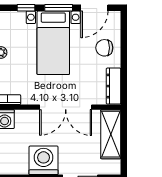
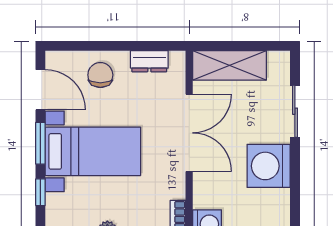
chair: (104, 48) -> (100, 75), turned 180
dresser: (114, 86) -> (149, 61), width x0.70

